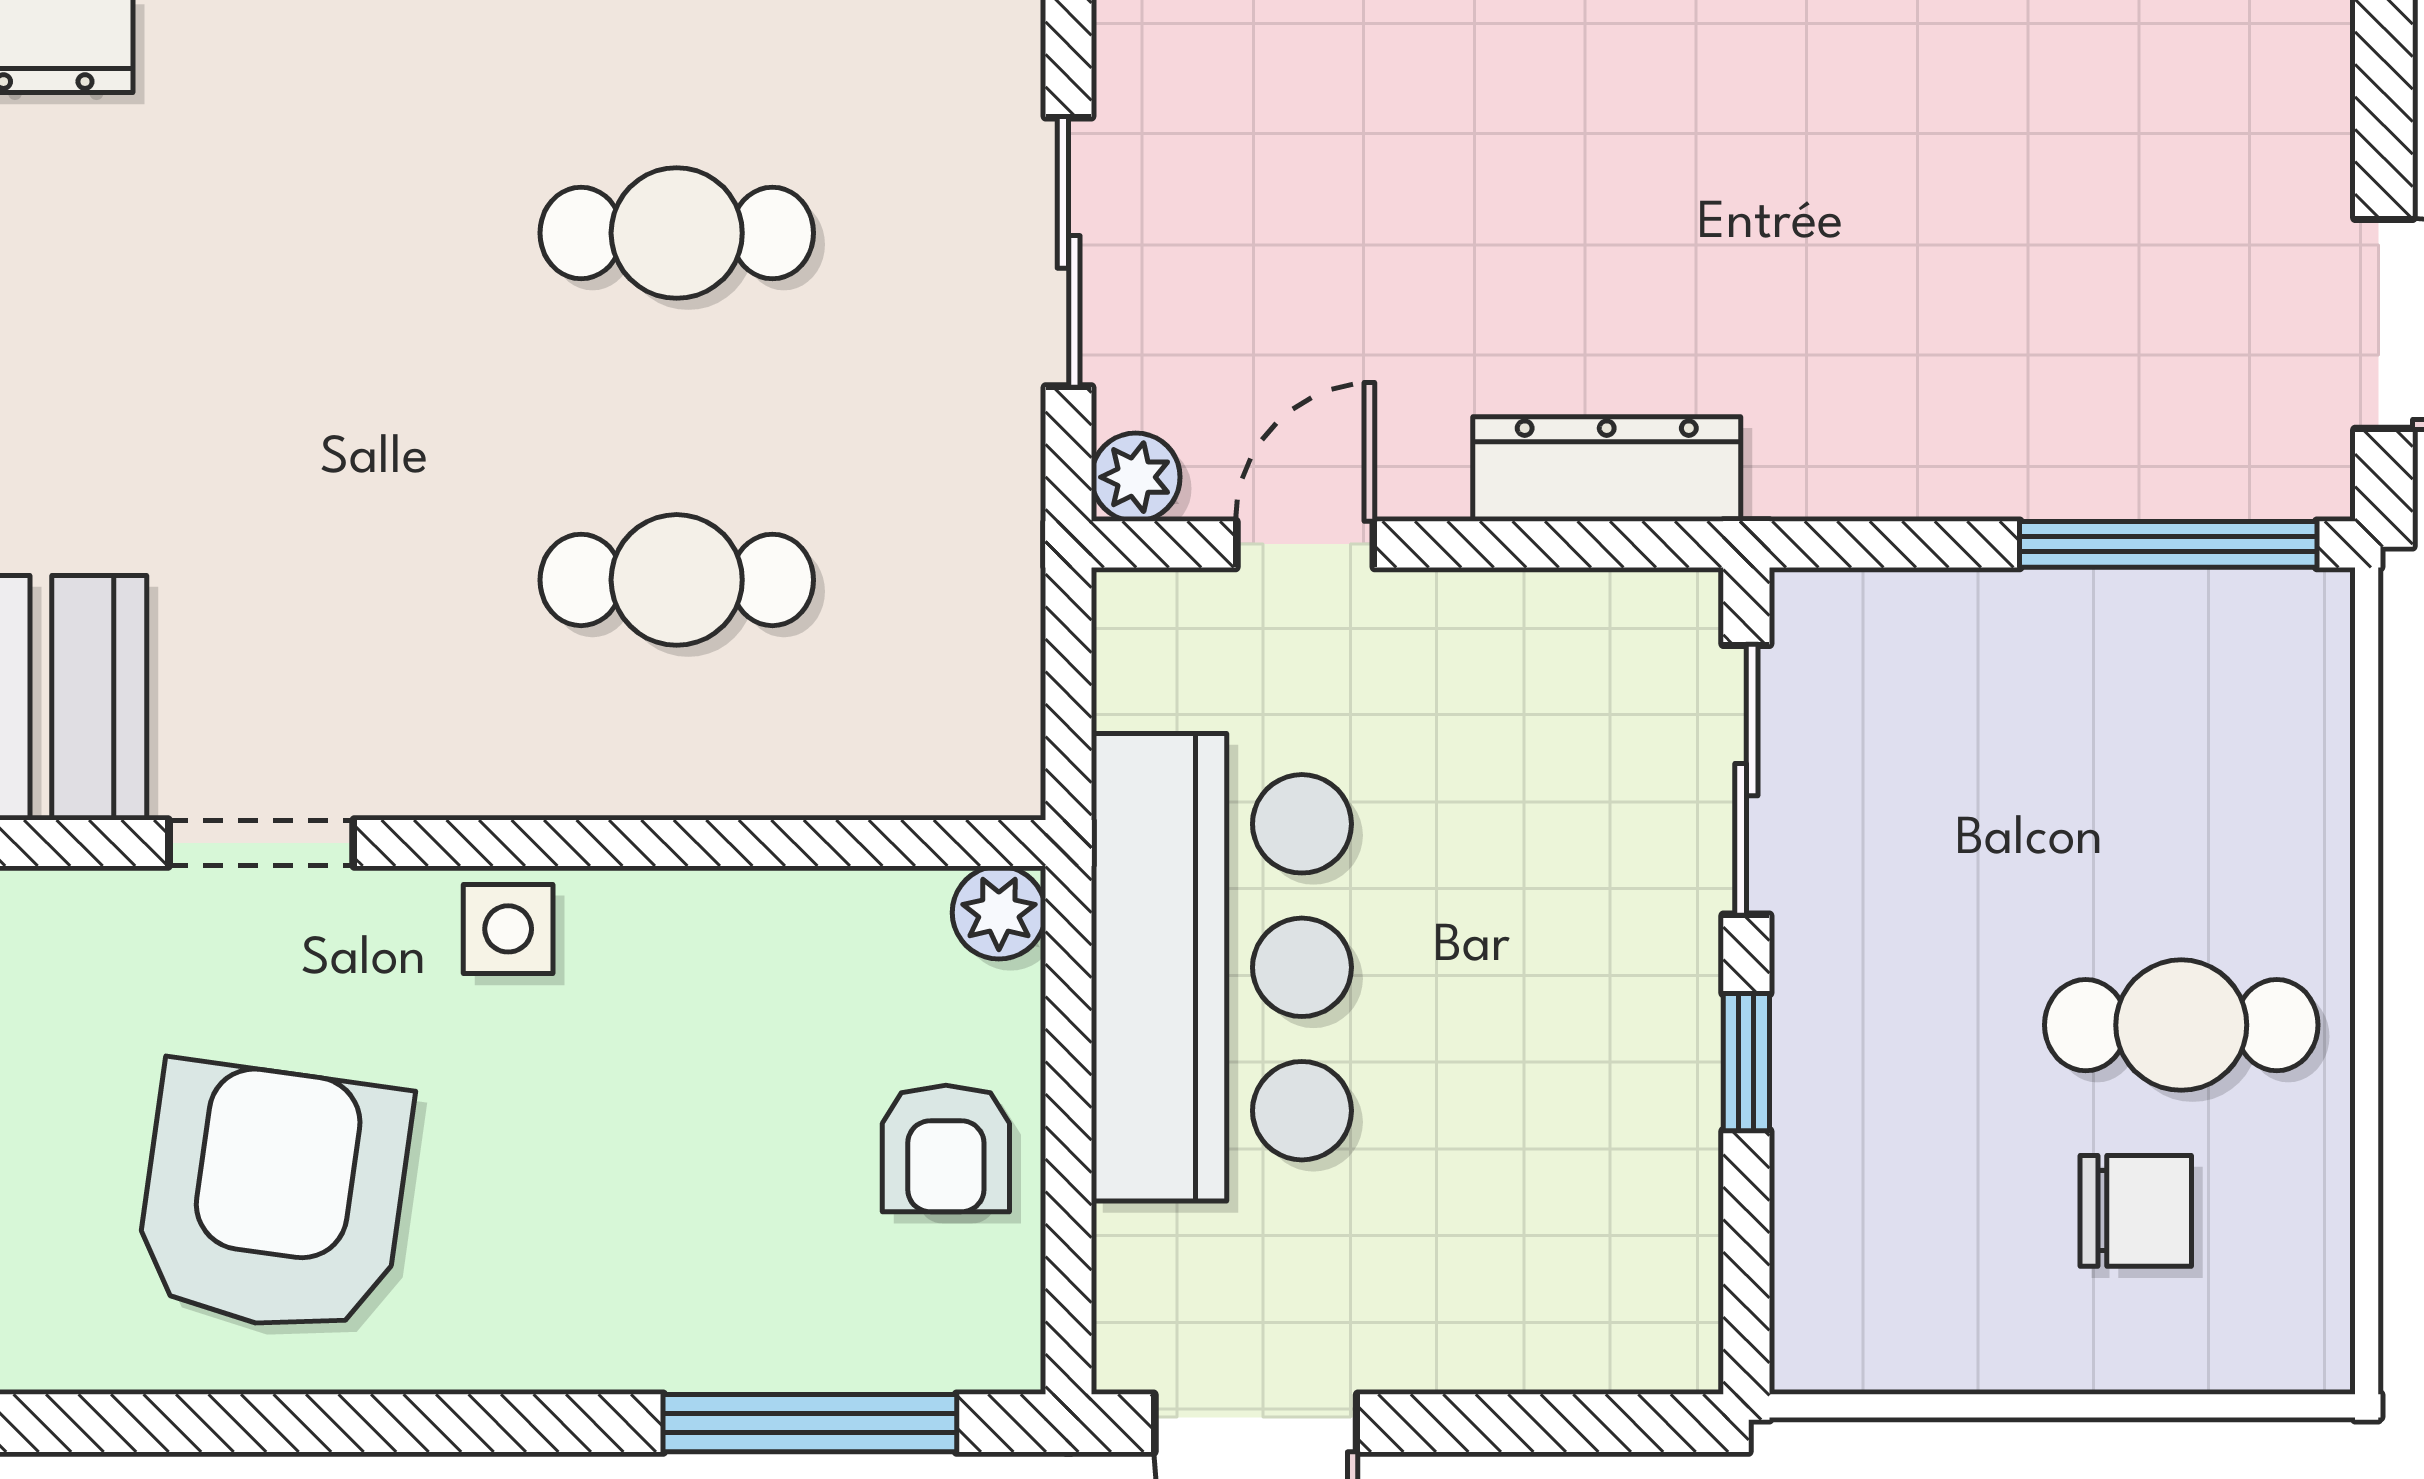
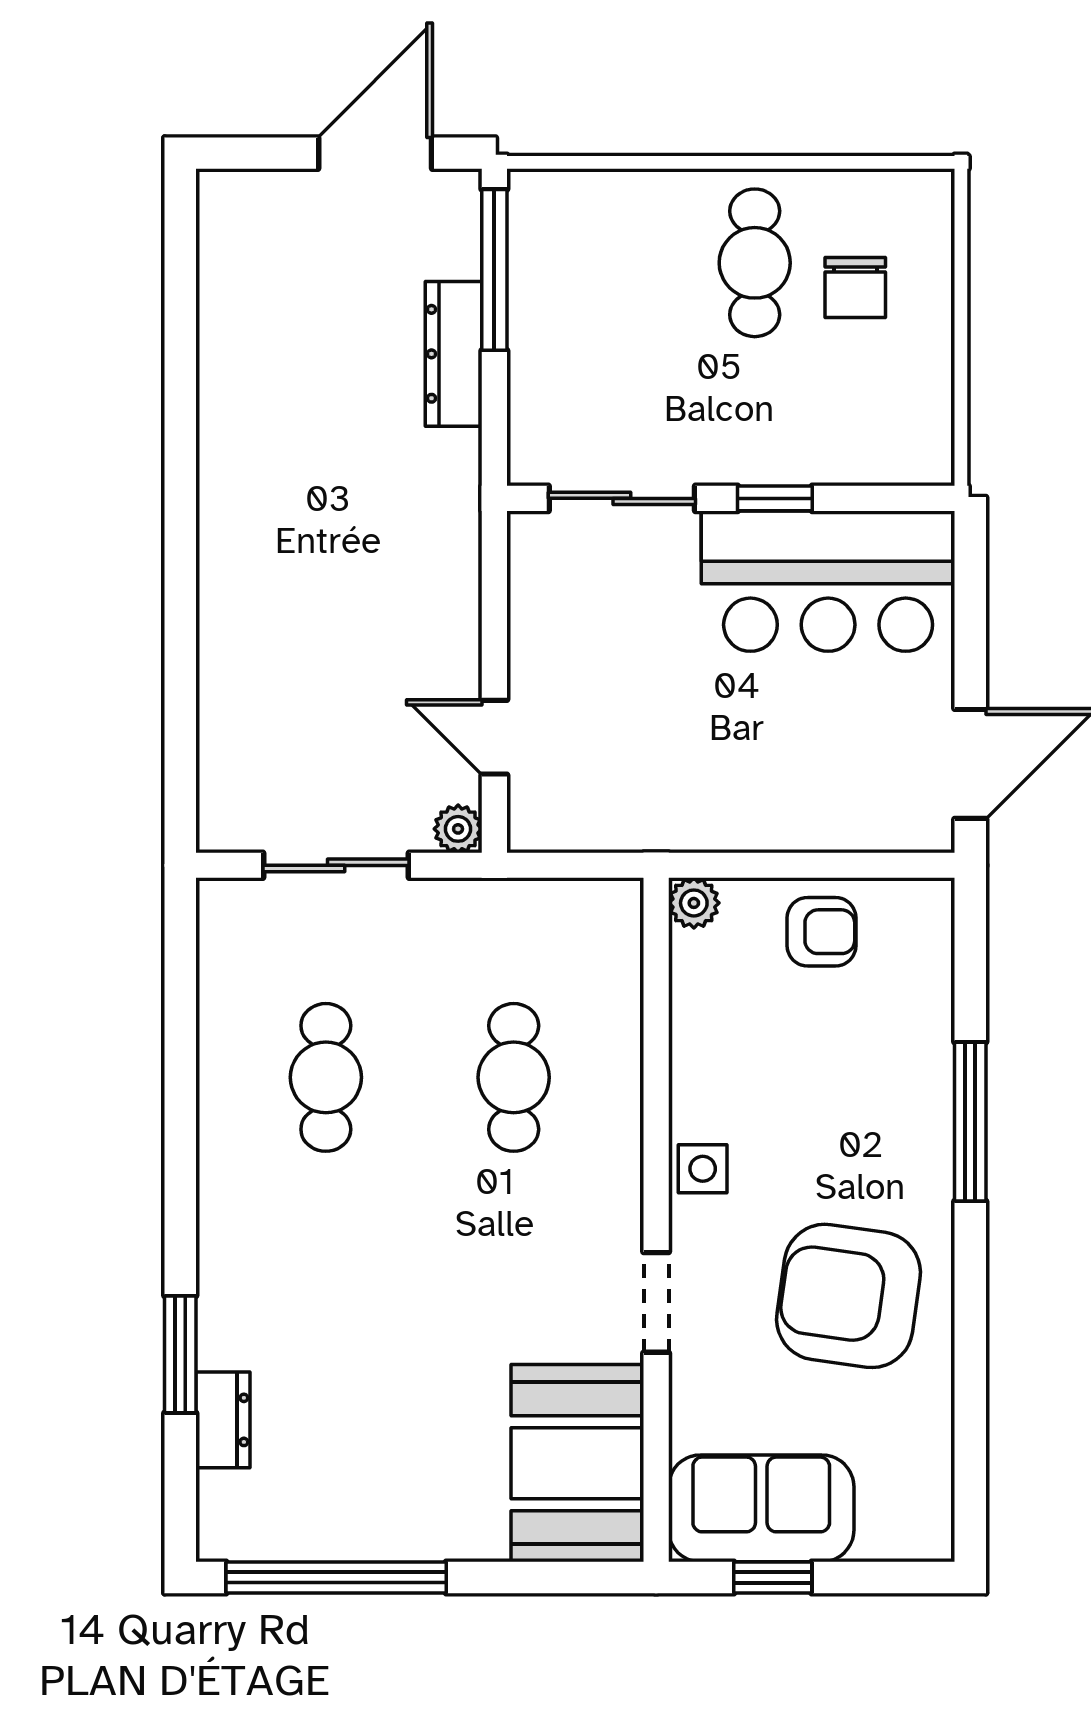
dresser: (1607, 469) -> (454, 354), moved
bar counter: (1221, 967) -> (828, 581), moved, turned 180
chair: (2136, 1211) -> (855, 287), turned 180
window: (810, 1423) -> (970, 1122), moved

